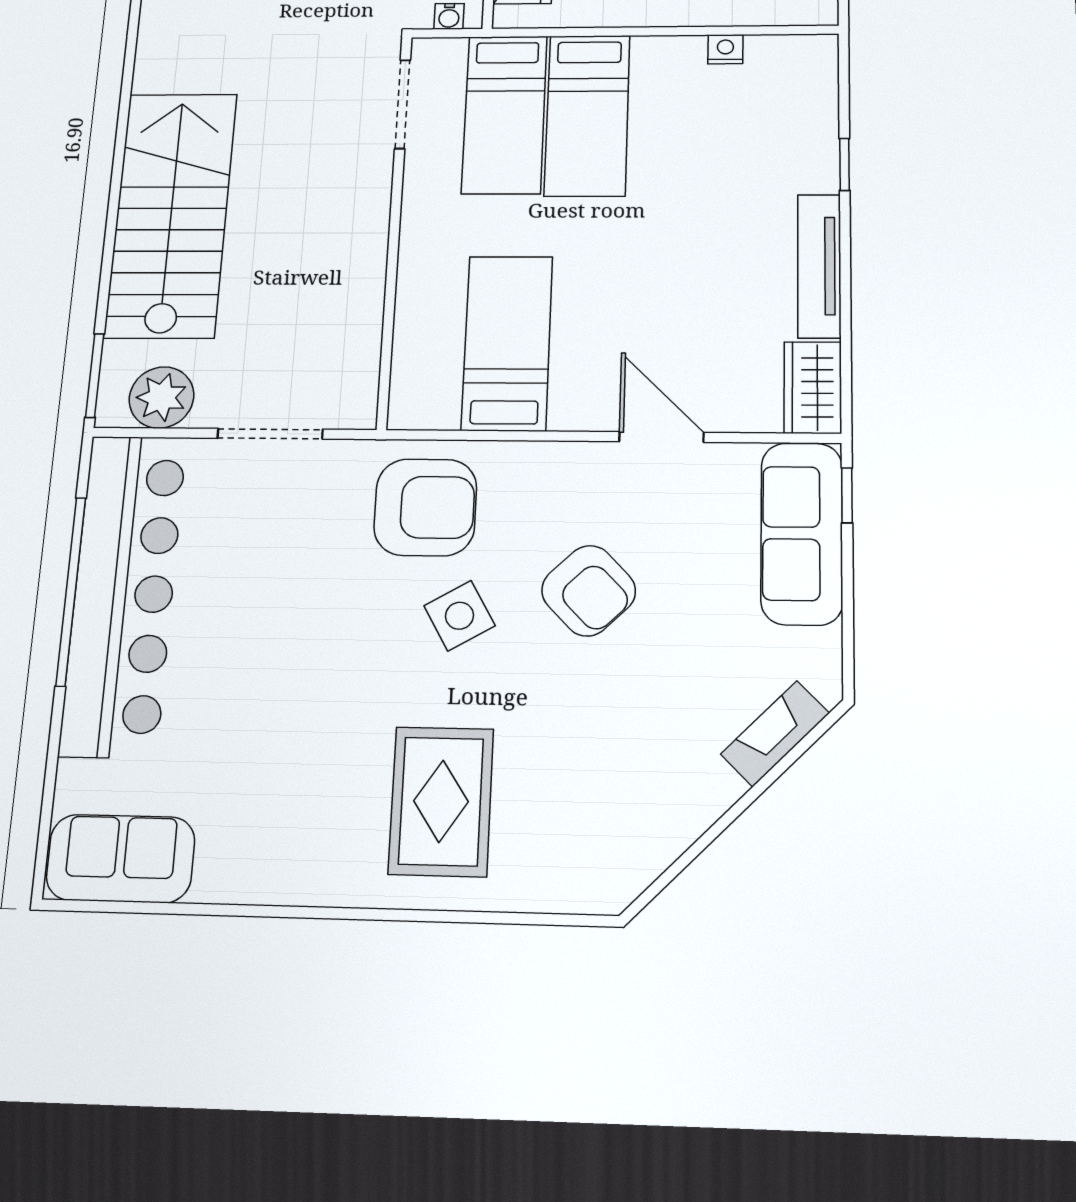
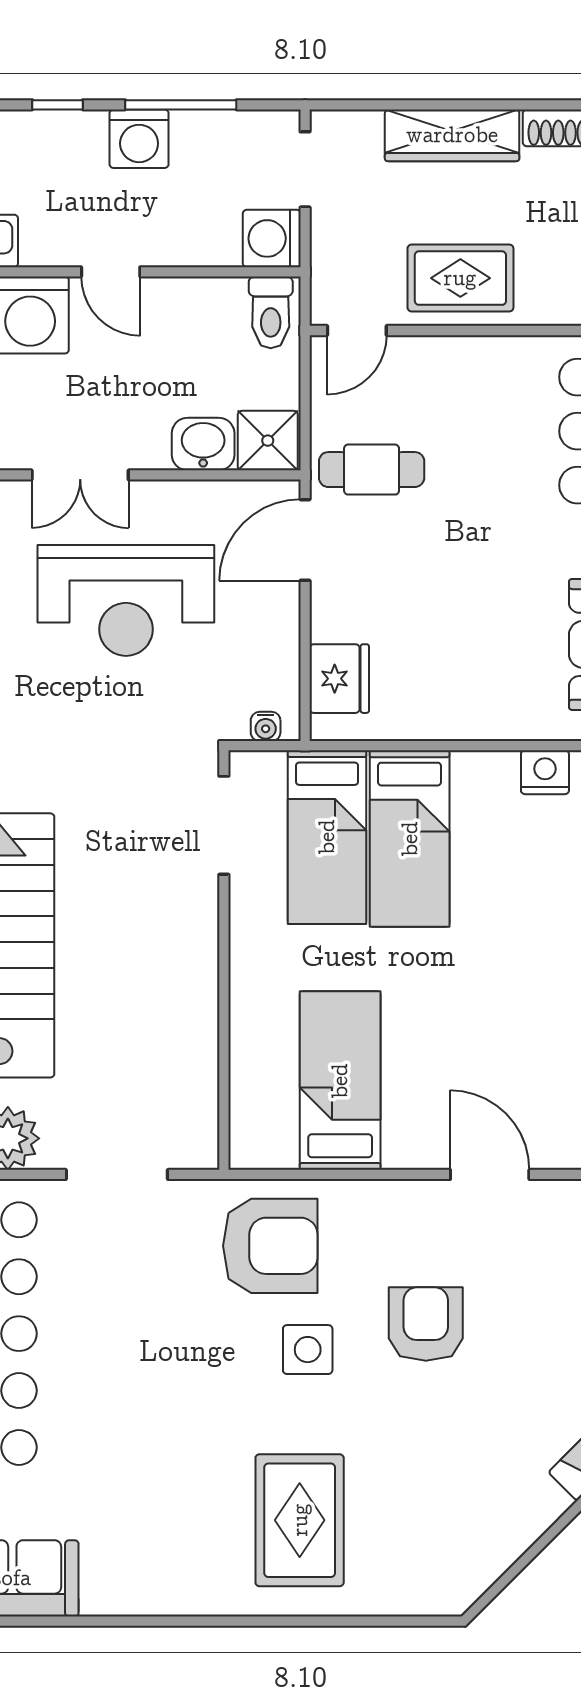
nightstand: (725, 49) -> (545, 772), width x1.39, depth x1.35
armchair: (589, 591) -> (426, 1324), turned -136
side table: (459, 616) -> (308, 1350), turned 30

